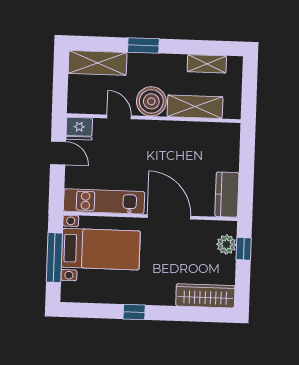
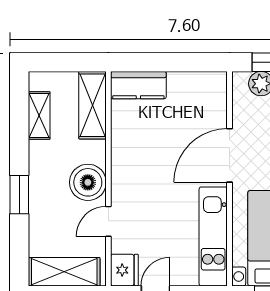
shelving: (98, 63) -> (64, 272), moved, turned 90
shelving: (195, 107) -> (93, 105), moved
kitchen counter: (227, 195) -> (138, 85), moved

